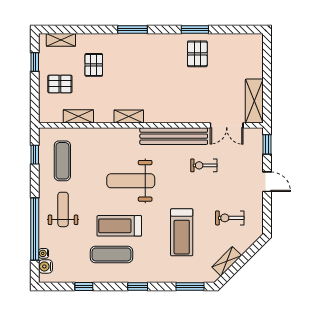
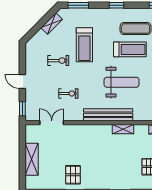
shelving: (254, 101) -> (32, 159), moved
bench: (174, 136) -> (108, 115), moved
exercise bike: (230, 218) -> (58, 61), moved
treadmill: (182, 232) -> (84, 45), turned 180

